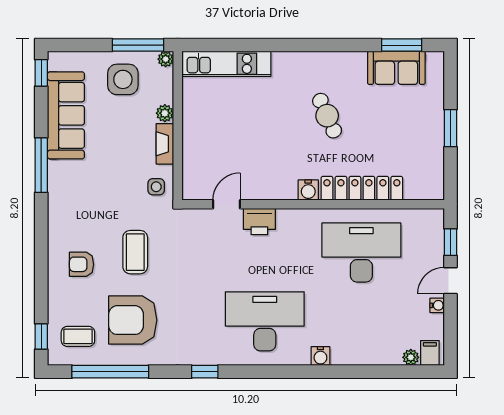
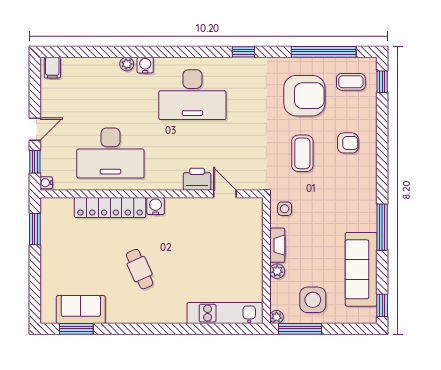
window: (451, 128) -> (35, 229), moved
door: (226, 204) -> (225, 194), swing flipped
water cooler: (437, 305) -> (46, 183), moved
plant: (411, 357) -> (127, 64), moved

